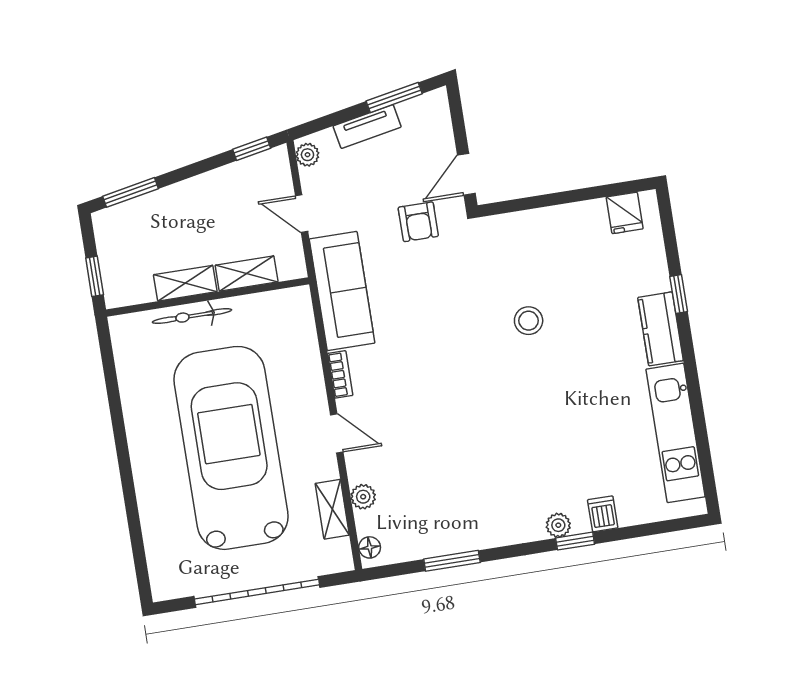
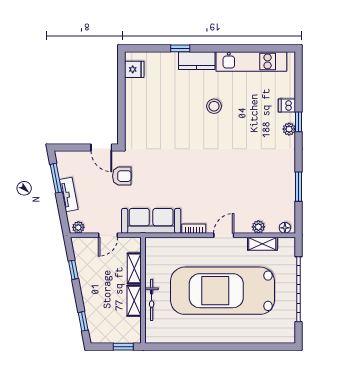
window: (252, 149) -> (73, 270), moved
window: (130, 192) -> (83, 321), width x0.67
stool: (529, 321) -> (214, 106), moved

